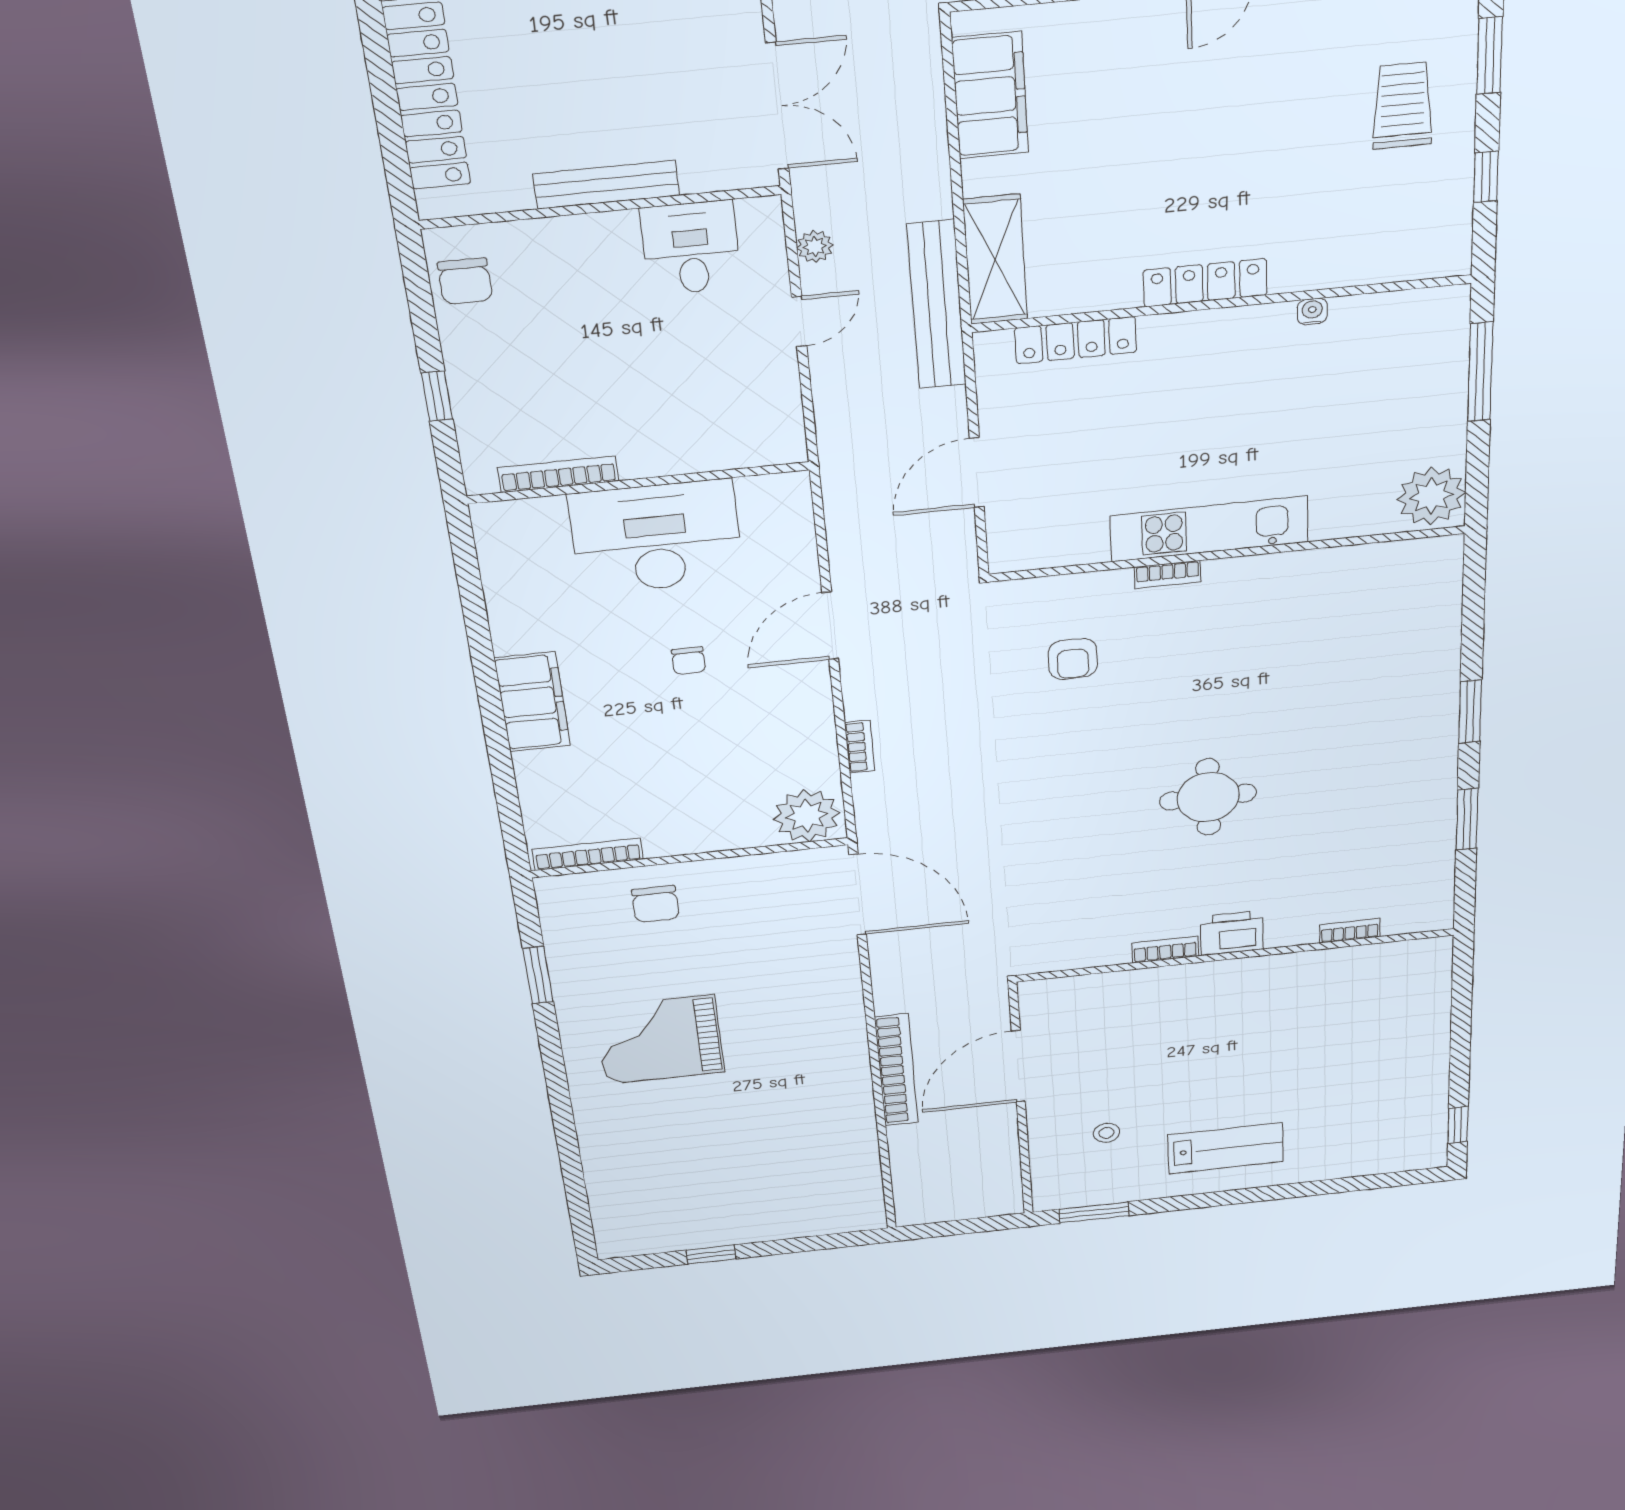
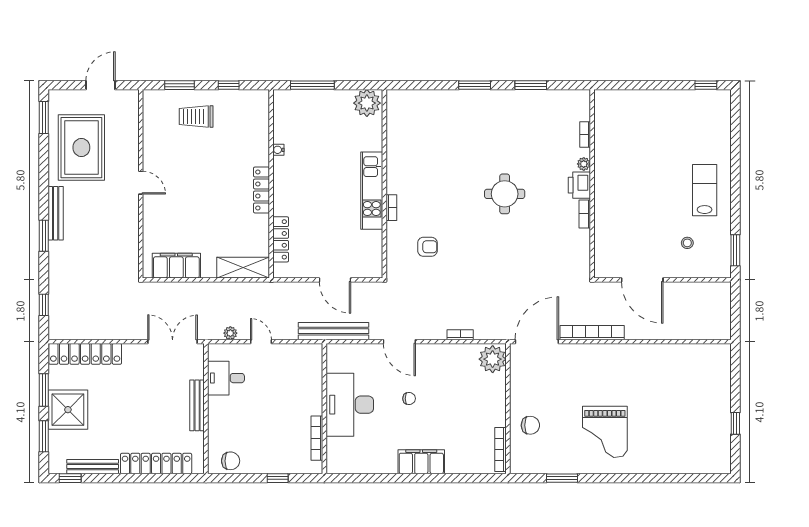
bench: (937, 305) -> (333, 331), moved
plant: (1281, 936) -> (584, 164), added
bookcase: (896, 1070) -> (592, 333), moved

